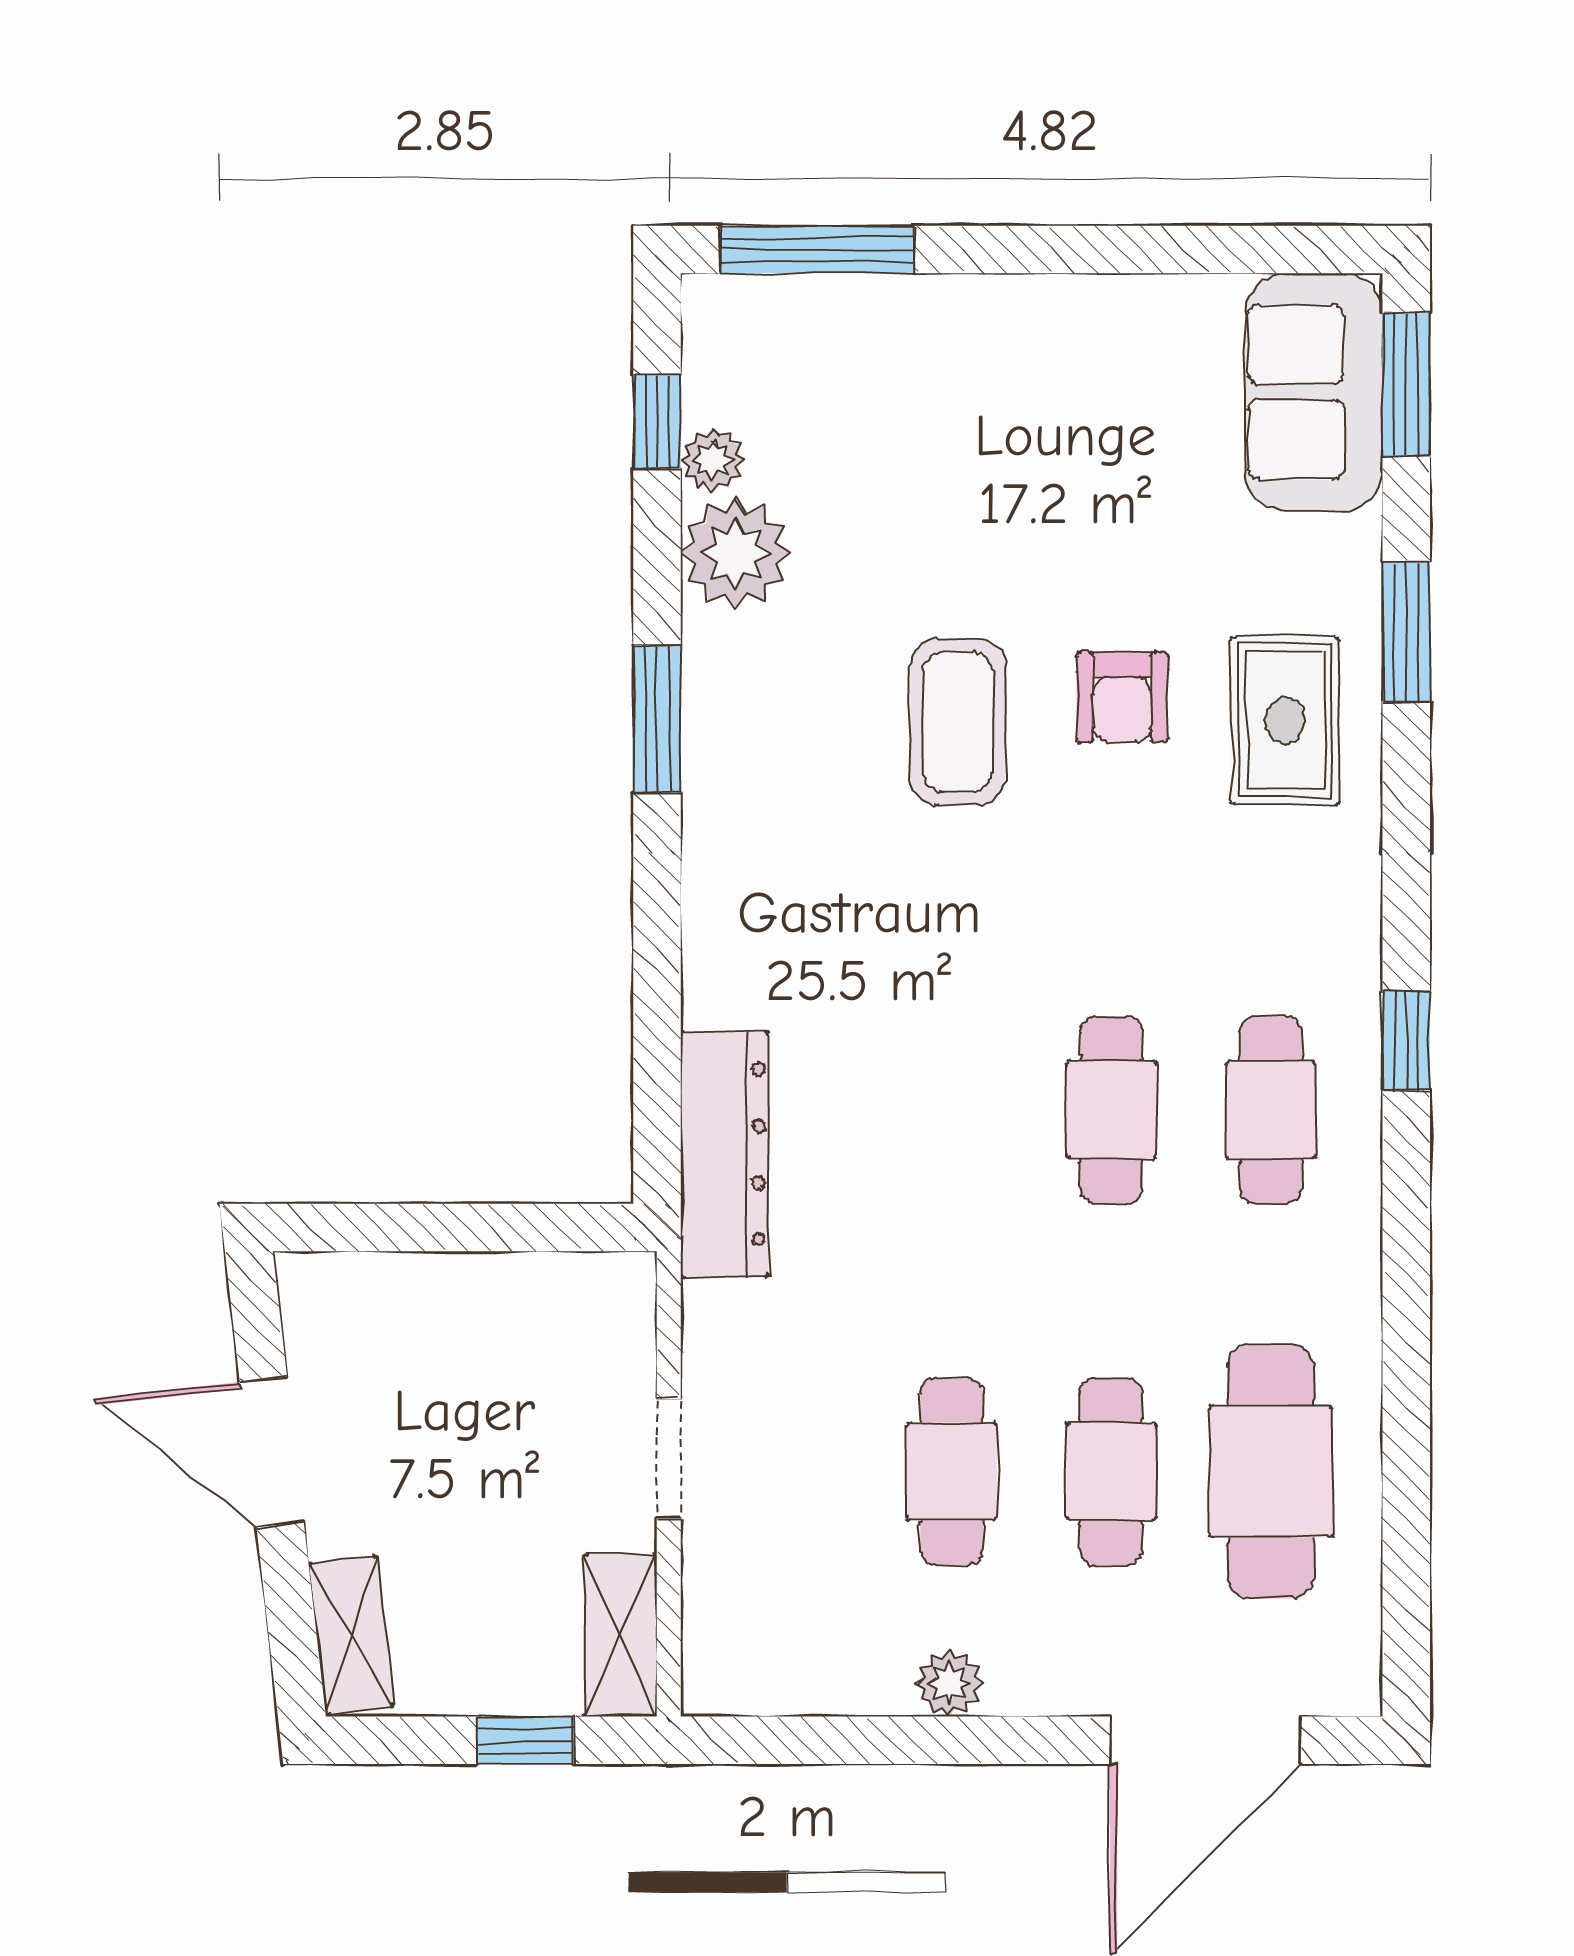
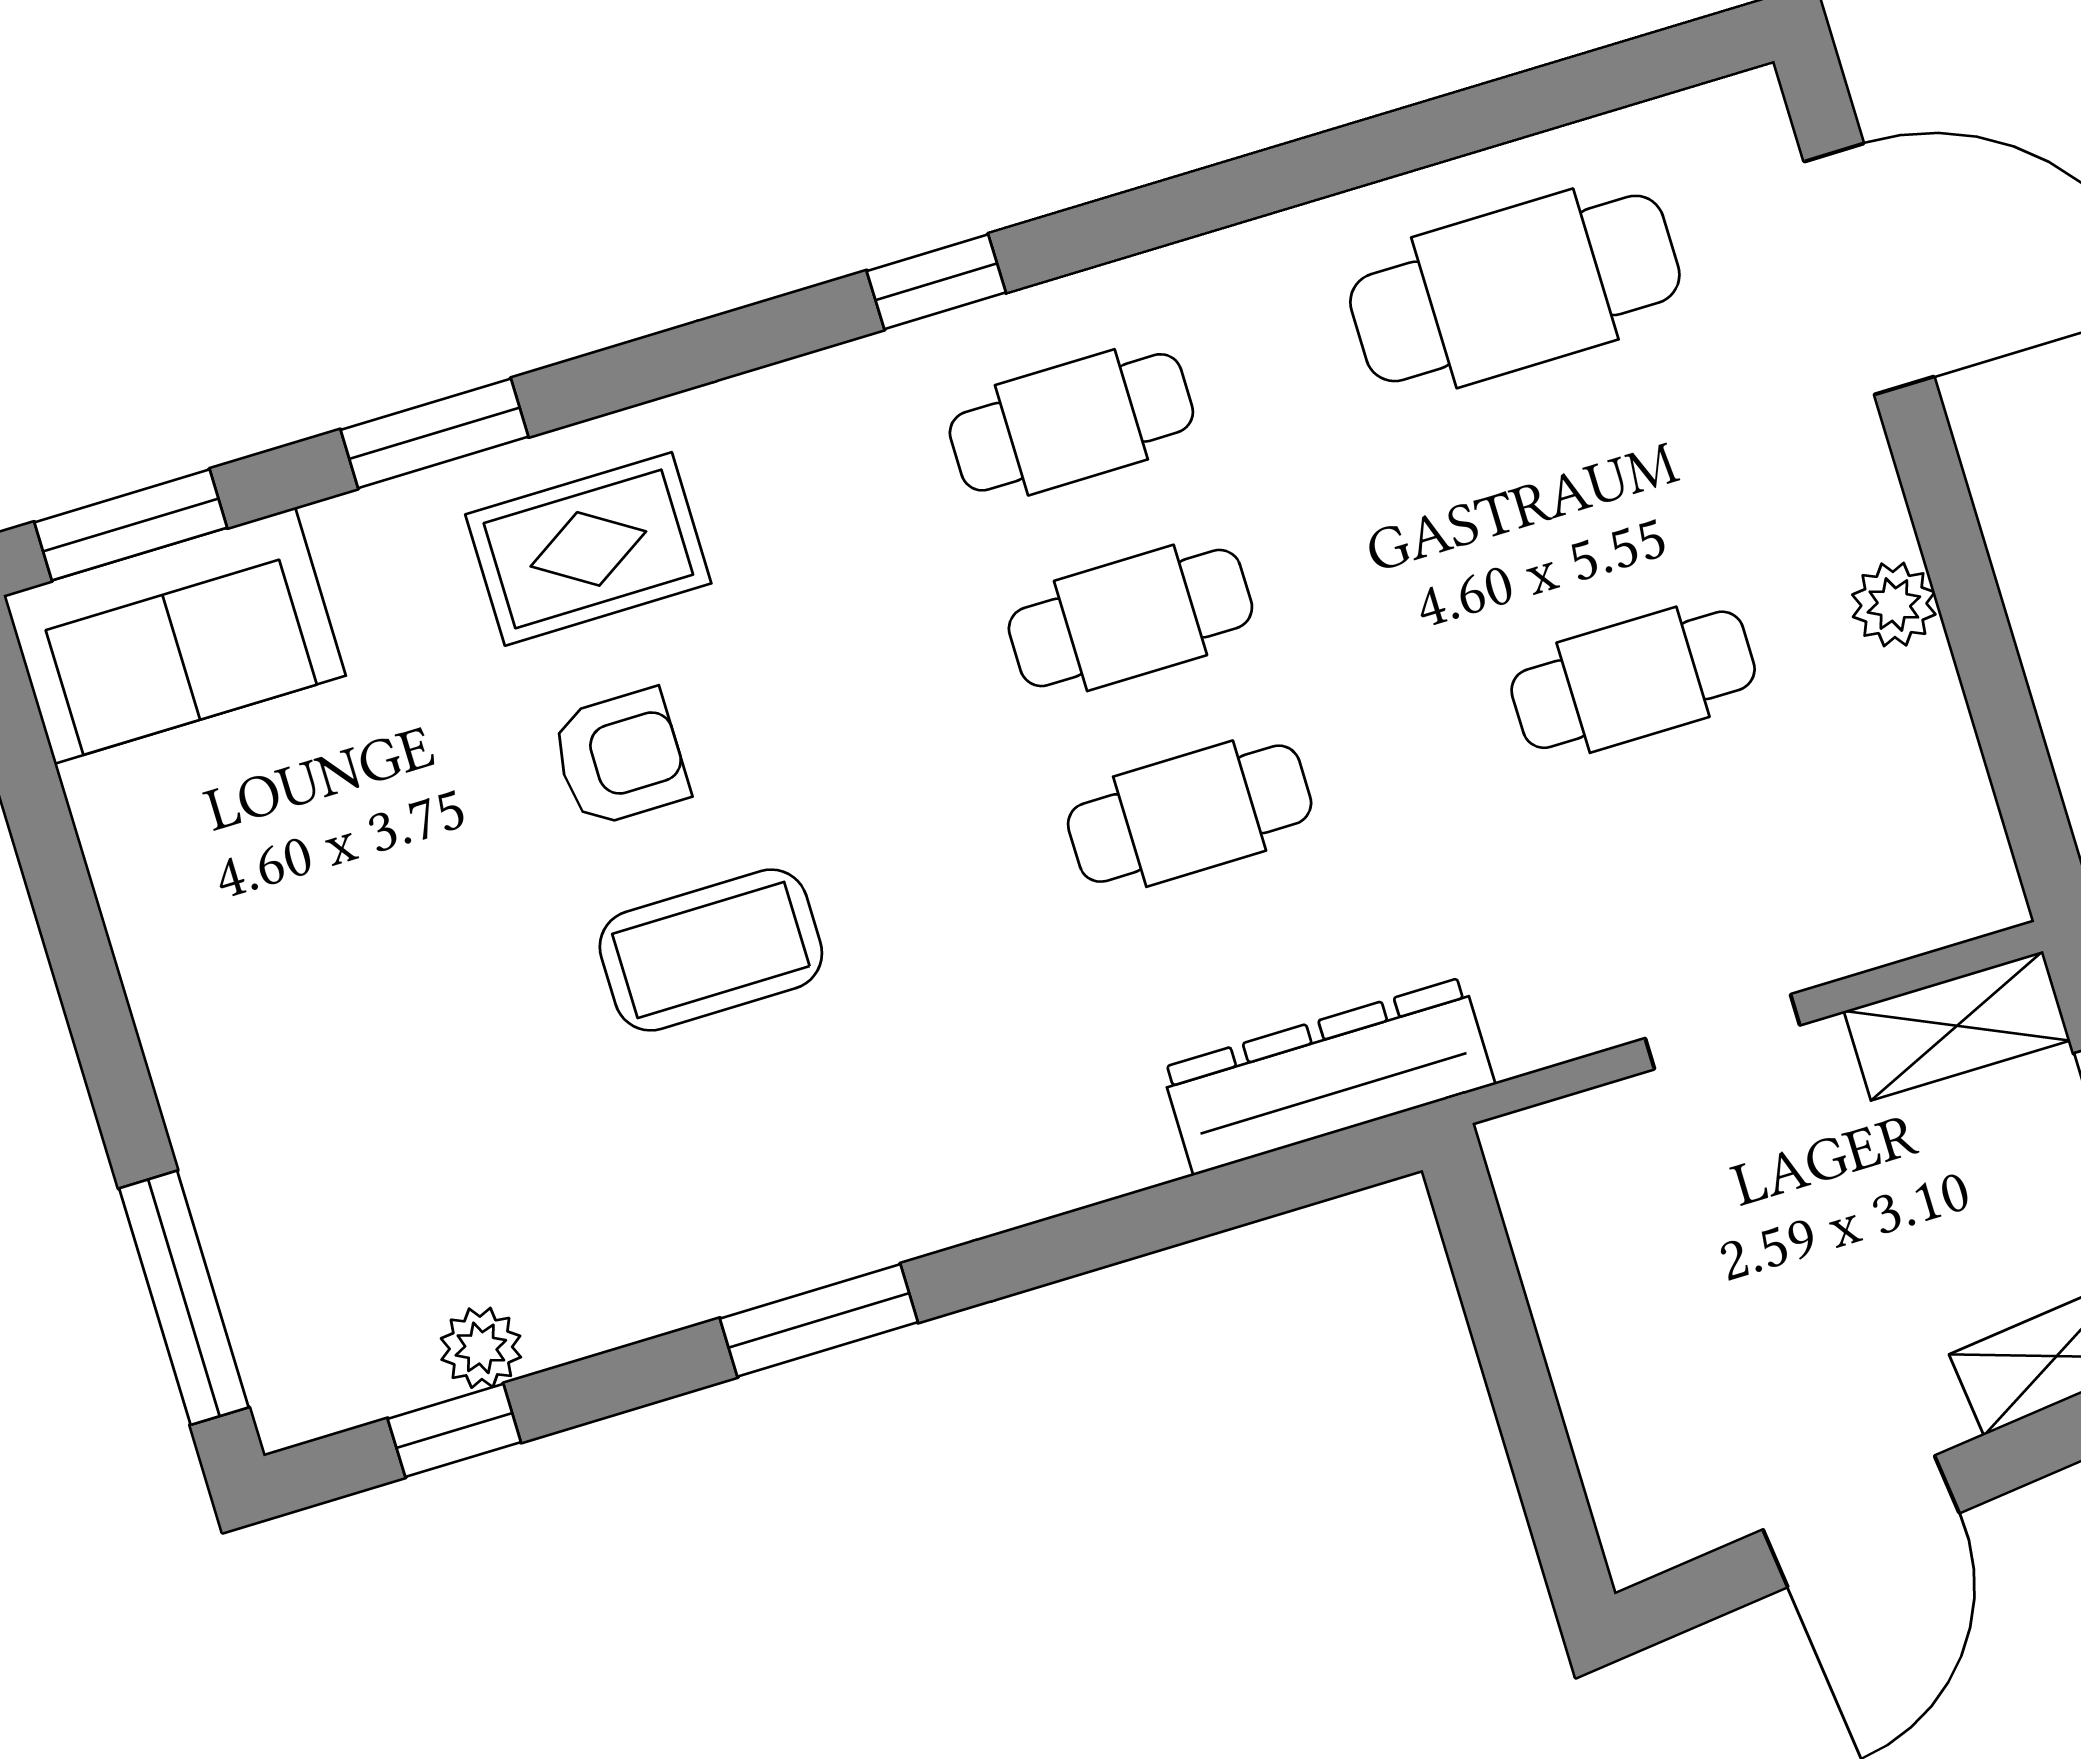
plant: (736, 553) -> (587, 1285), removed
cafe table: (1111, 1471) -> (1190, 814), moved

